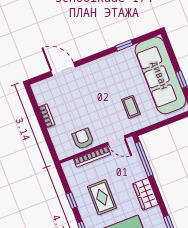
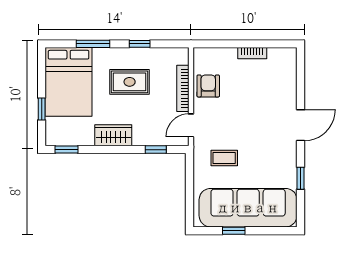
door: (63, 69) -> (301, 125), moved
armchair: (83, 139) -> (208, 86), turned -90
window: (144, 159) -> (156, 150), width x0.46

